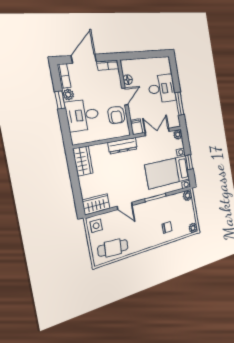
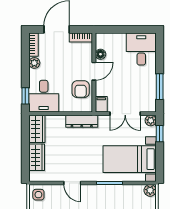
desk: (162, 88) -> (141, 49), moved, turned -90
window: (60, 100) -> (25, 96), moved
desk: (83, 115) -> (44, 96), moved, turned -90
double door: (157, 132) -> (125, 114), swing flipped
window: (189, 162) -> (160, 134), moved
wardrobe: (96, 204) -> (37, 157), moved, turned 90

